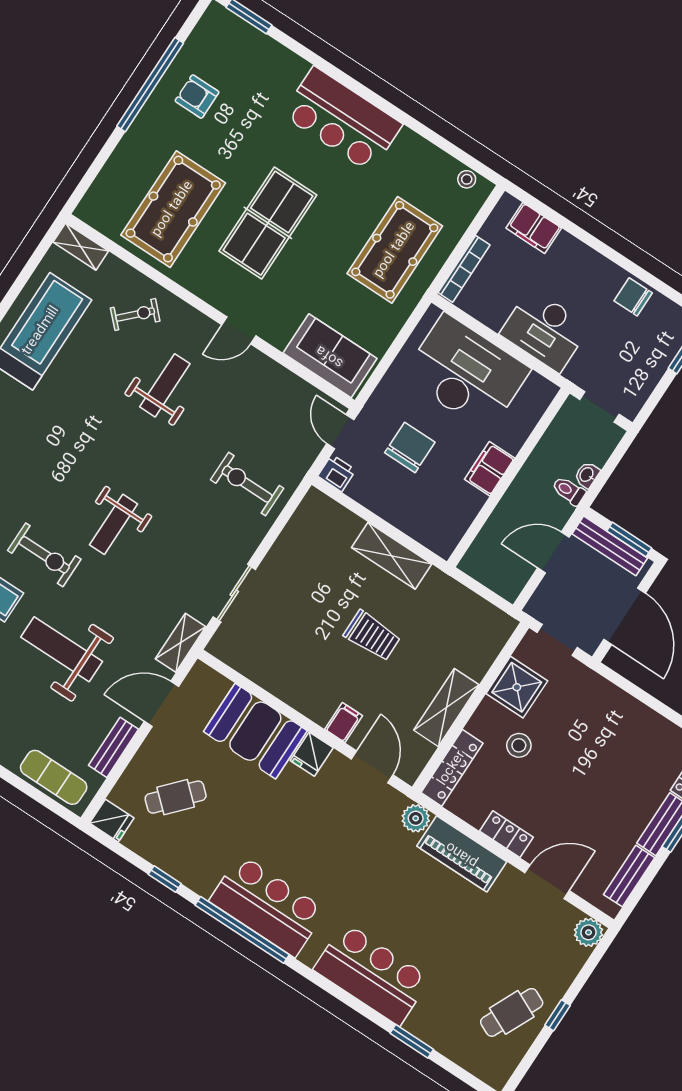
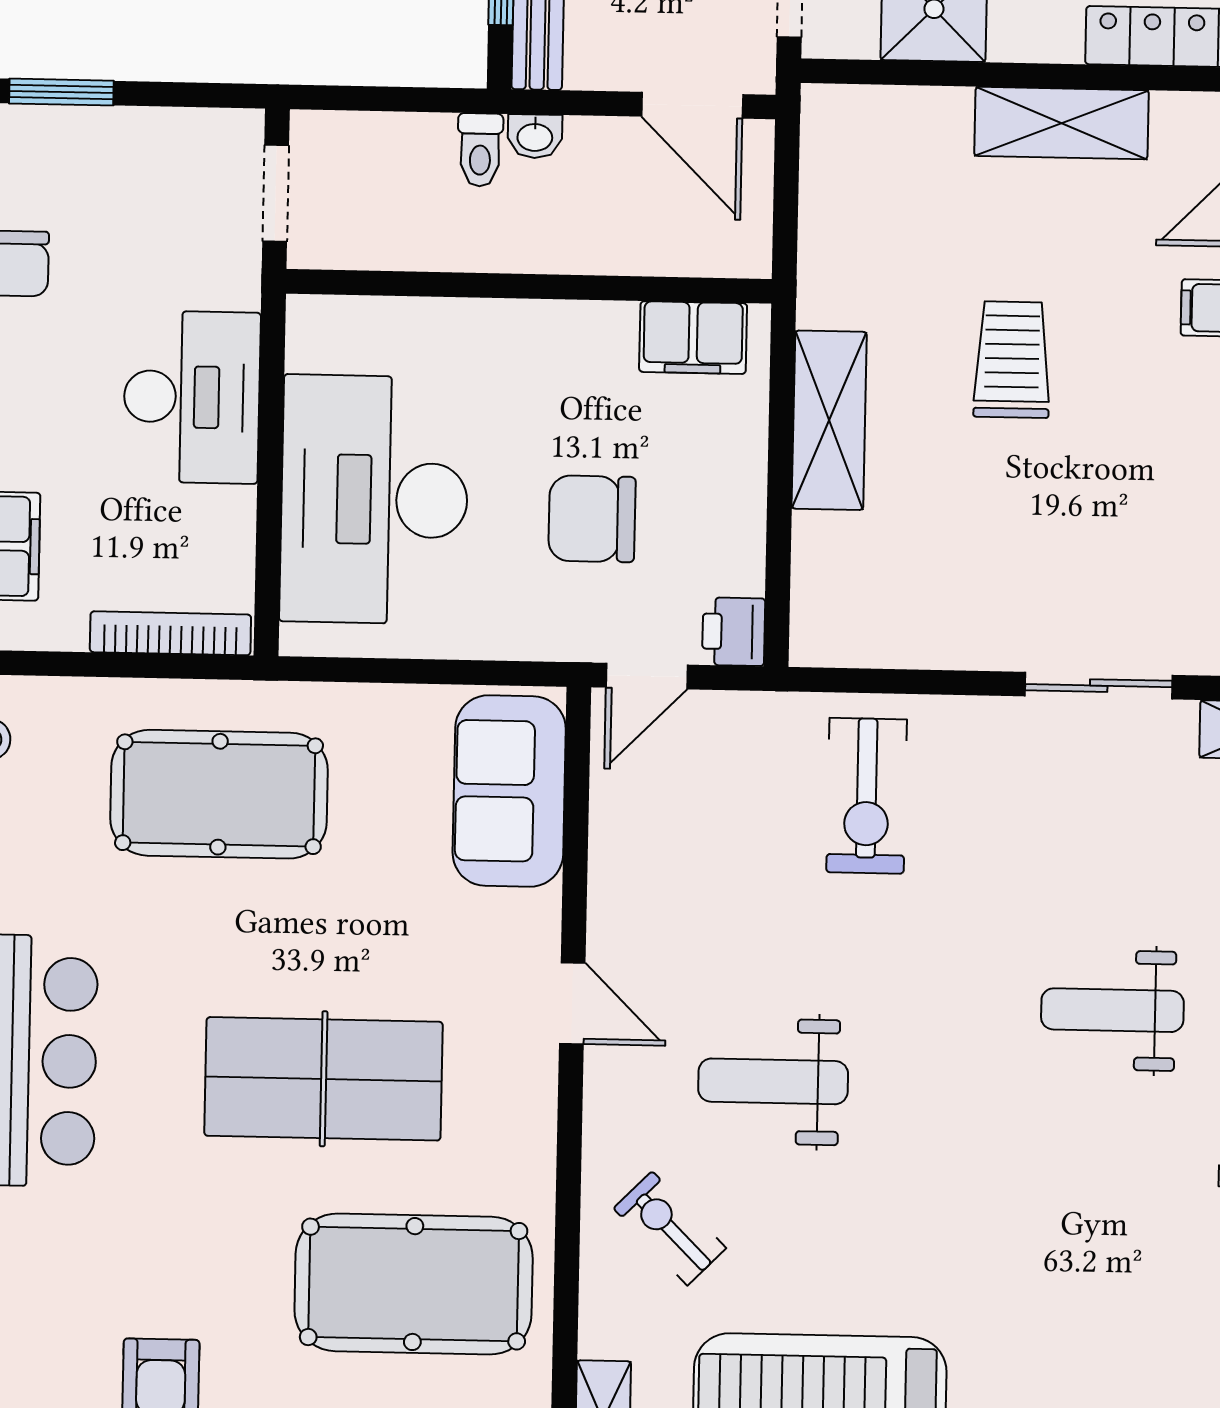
filing cabinet: (490, 469) -> (693, 338), moved
washbasin: (587, 475) -> (535, 136), moved
weight bench: (114, 524) -> (1112, 1010), turned 180
door: (553, 552) -> (692, 105), moved

